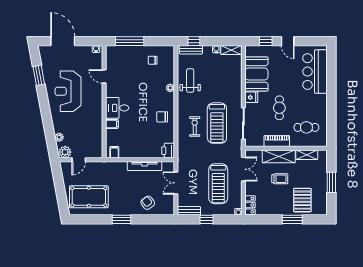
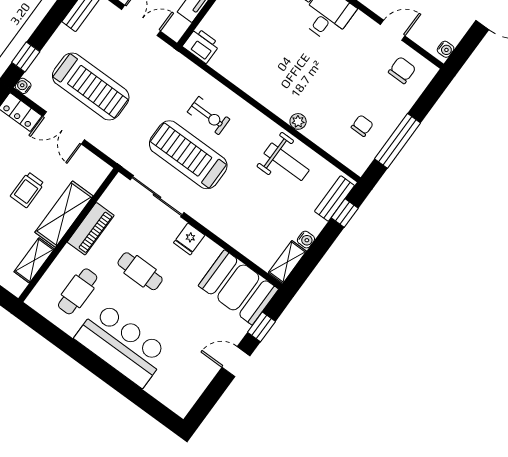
window: (130, 41) -> (397, 141), moved
bar counter: (315, 72) -> (122, 345), moved
booth: (256, 74) -> (238, 287), moved
chair: (162, 117) -> (402, 70), moved
double door: (243, 169) -> (64, 128), moved
treadmill: (218, 184) -> (91, 86), turned 180
window: (207, 219) -> (26, 57), moved

